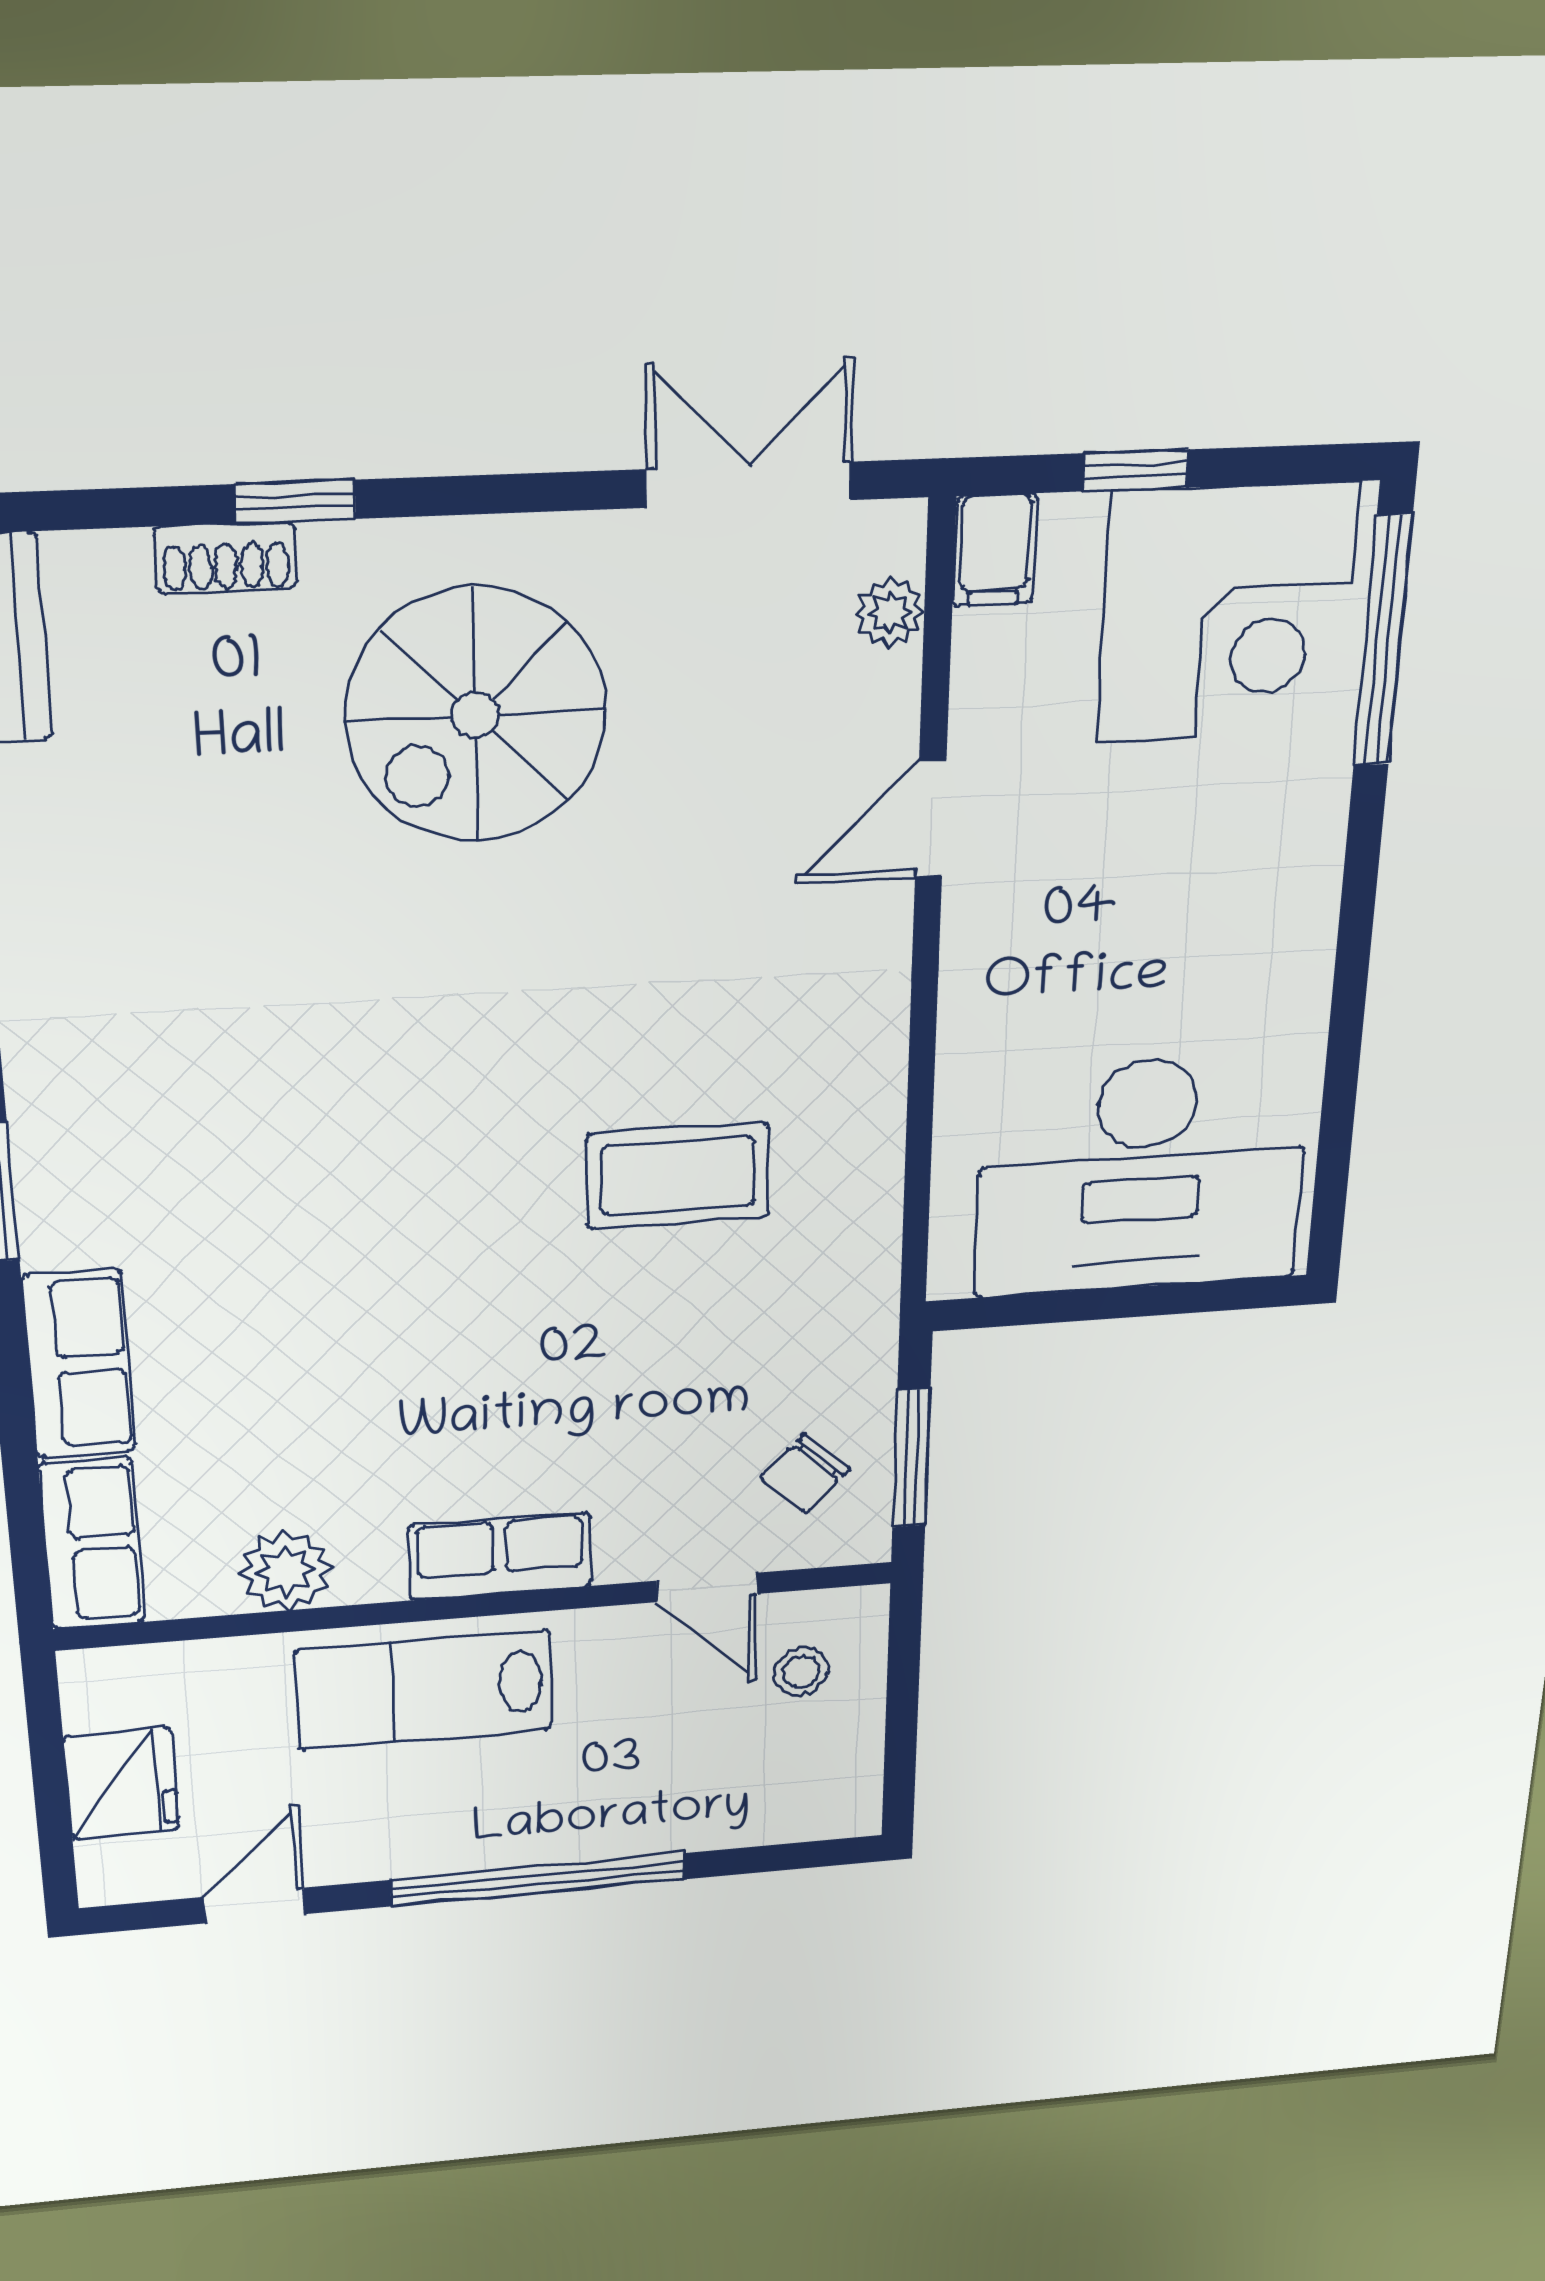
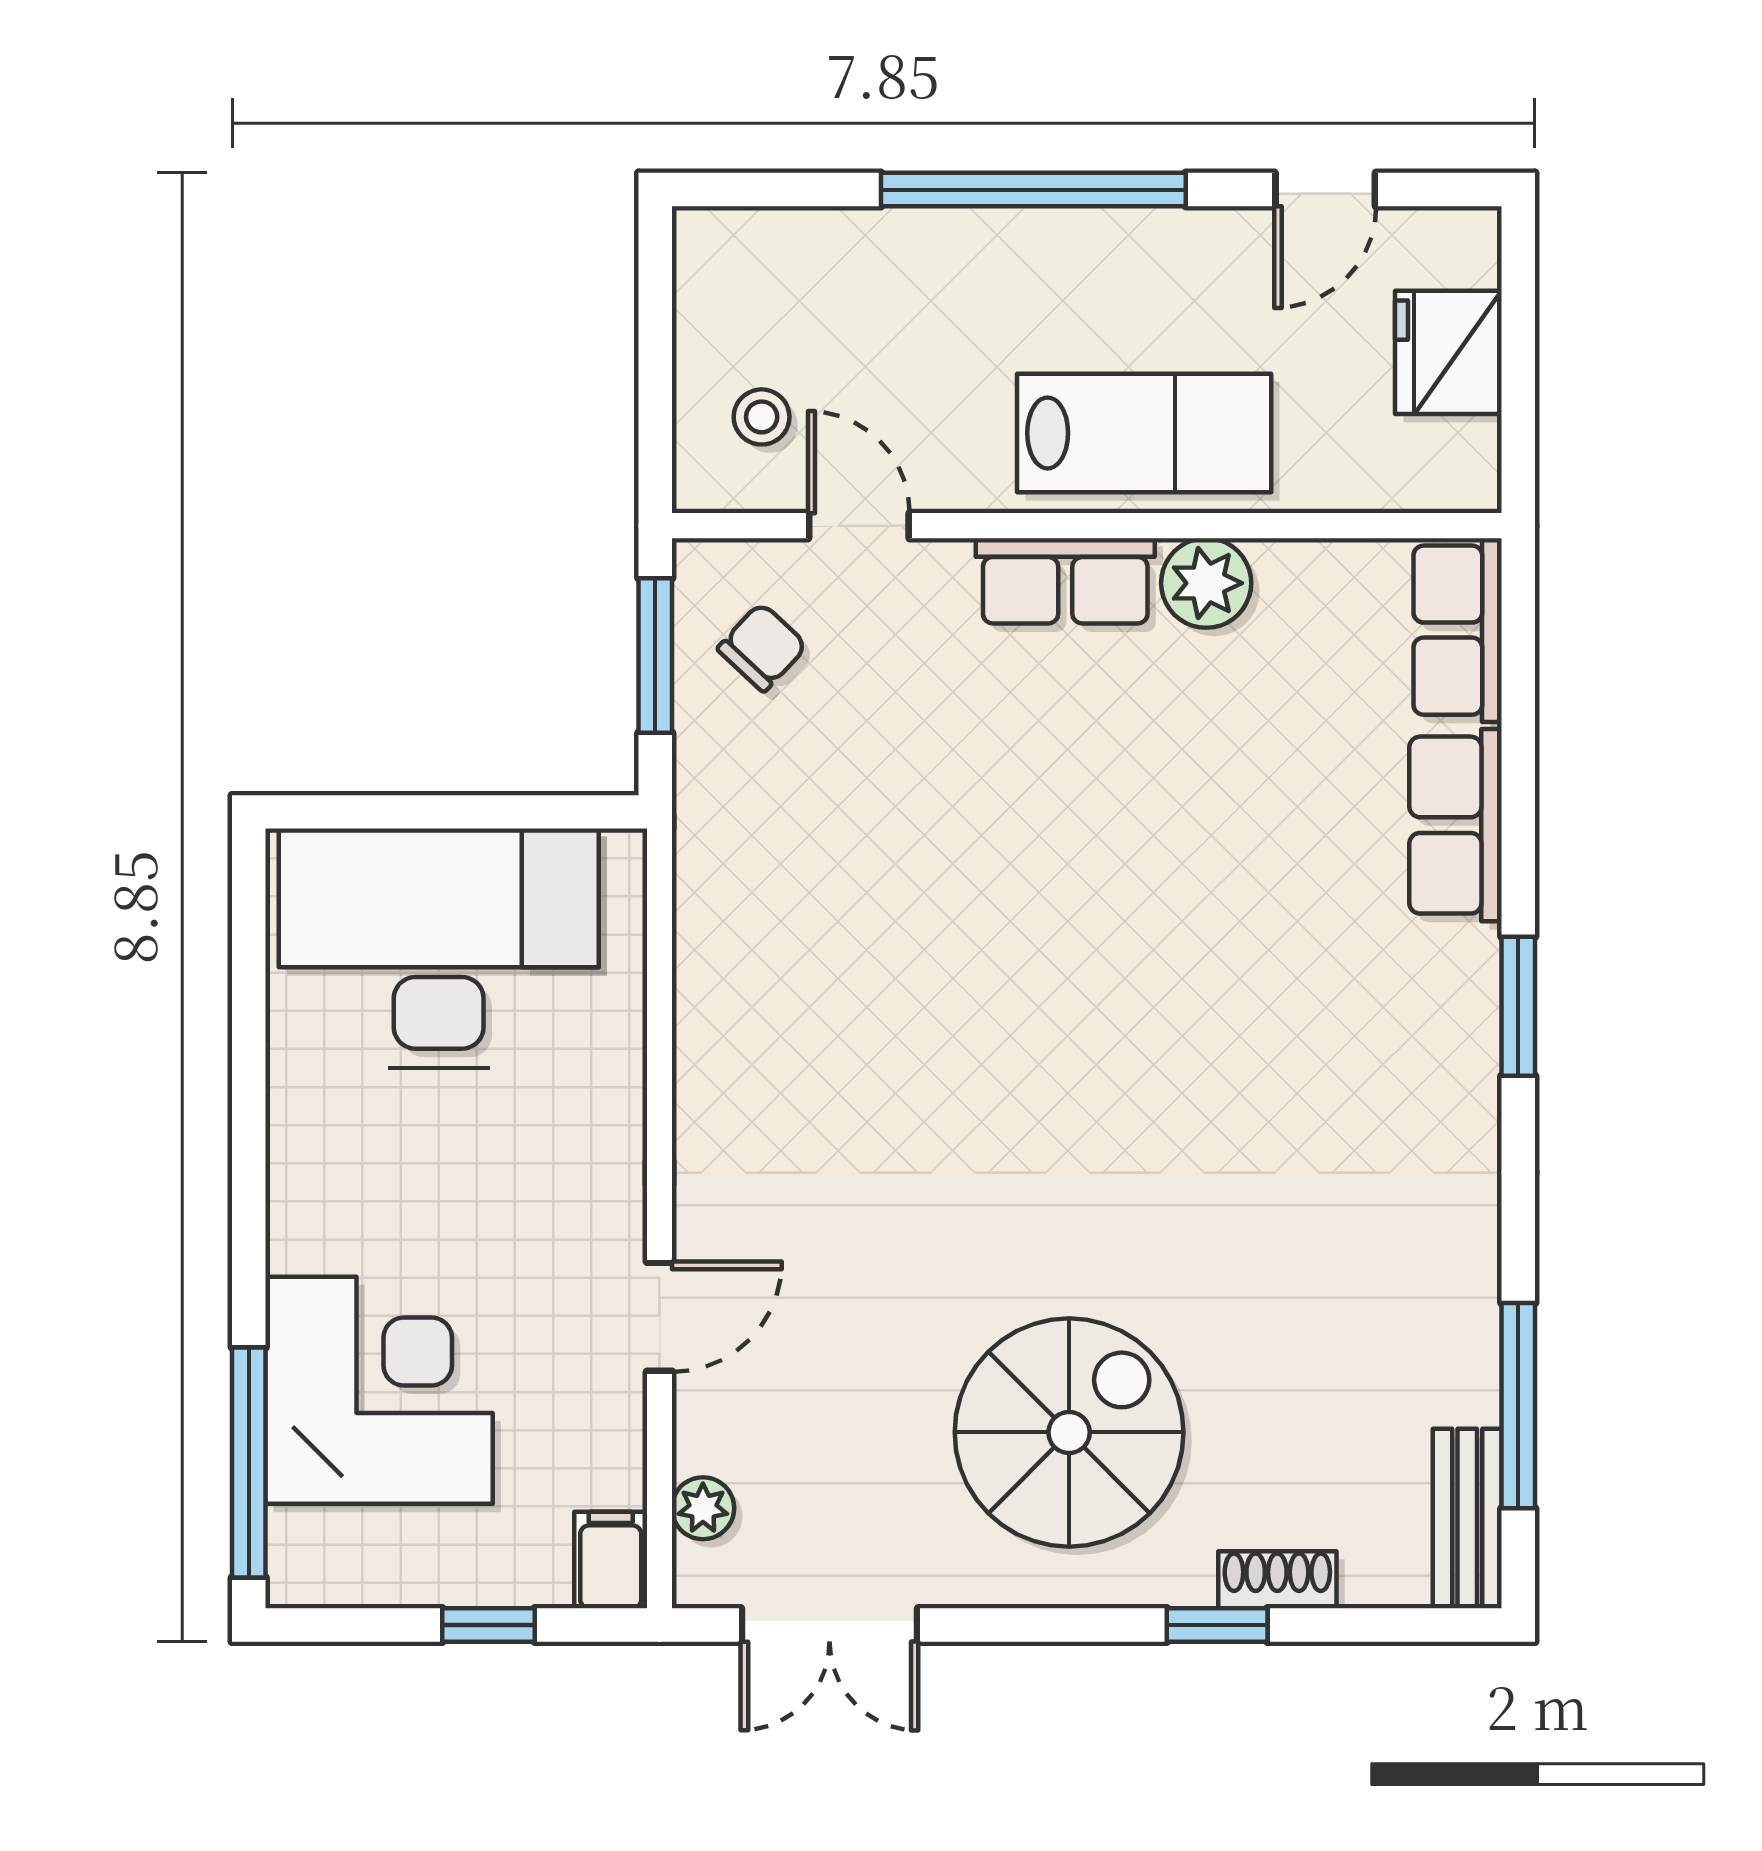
corner desk: (1227, 613) -> (379, 1390), moved, turned 90
coffee table: (678, 1176) -> (889, 978), removed
plant: (286, 1571) -> (1206, 583), moved

